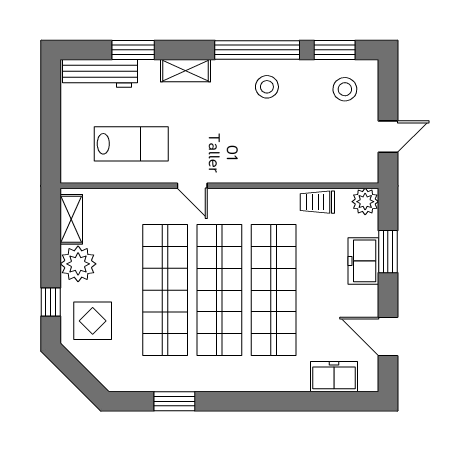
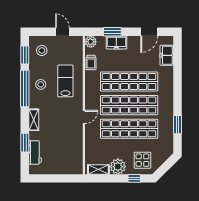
workbench: (100, 73) -> (35, 153), width x0.73
lab bench: (131, 144) -> (65, 81), moved

